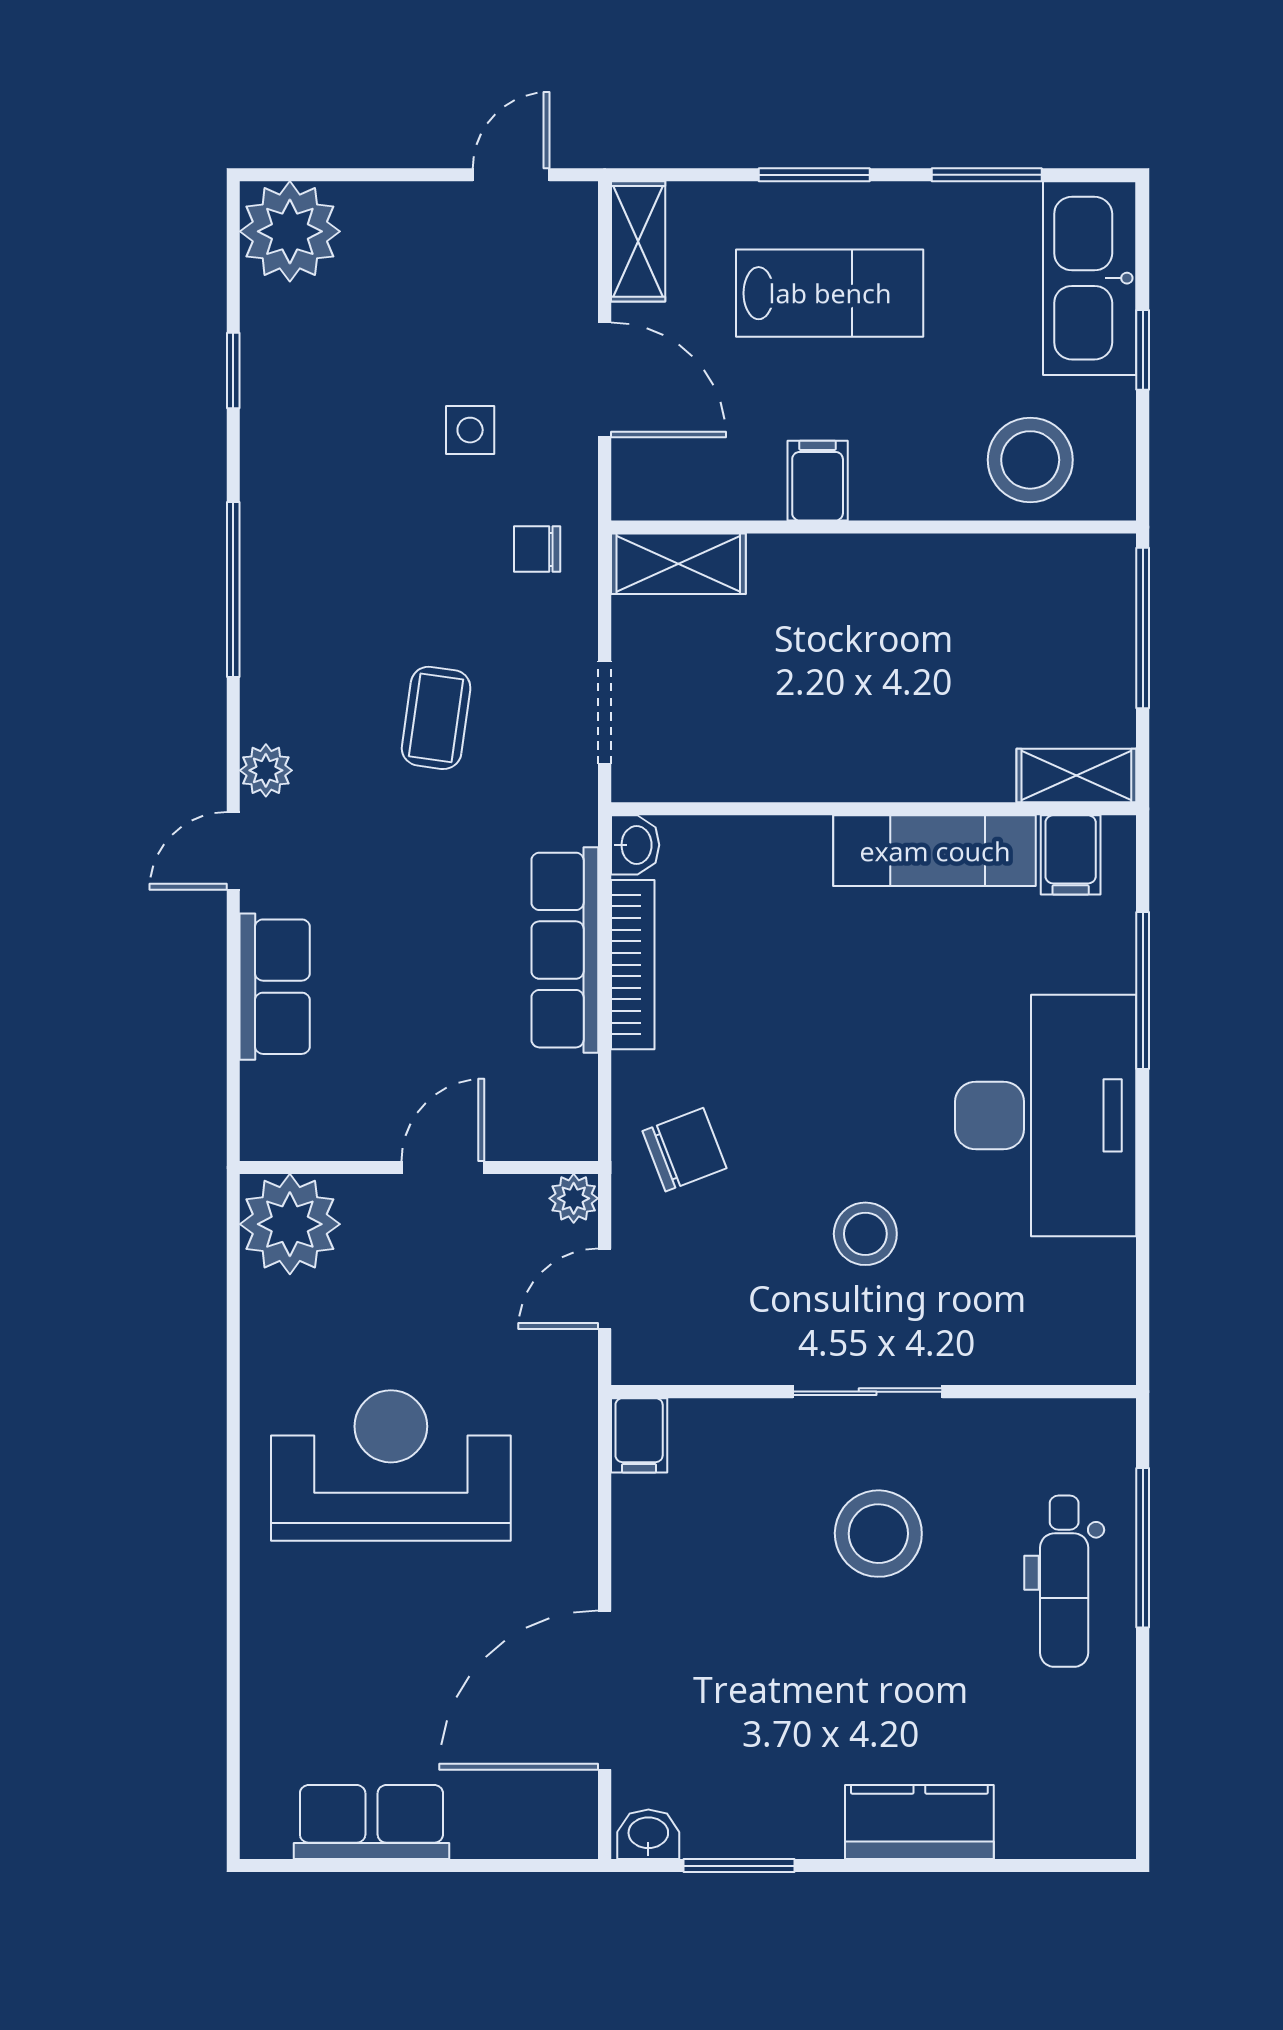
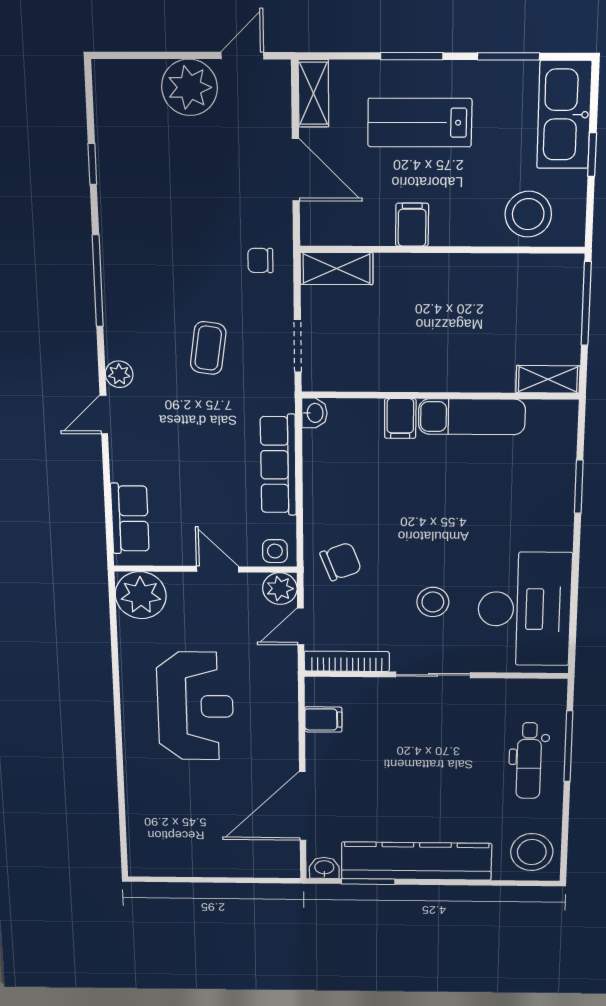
plant: (290, 231) -> (190, 87), moved
lab bench: (830, 293) -> (420, 123), turned 180
side table: (470, 430) -> (275, 551), moved
filing cabinet: (1071, 855) -> (400, 418), moved
bookcase: (633, 965) -> (347, 661), moved, turned -90
row of seats: (275, 987) -> (130, 518), moved
window: (1143, 991) -> (579, 487), width x0.69
desk: (1046, 1115) -> (524, 609), moved
door: (443, 1167) -> (218, 569), hinge flipped
plant: (574, 1198) -> (280, 589), width x1.38, depth x1.38
filing cabinet: (639, 1435) -> (323, 719), moved, turned -90
reception desk: (391, 1466) -> (195, 706), turned 90
stool: (878, 1534) -> (532, 852), moved
row of seats: (371, 1822) -> (191, 861), removed
kitchen counter: (919, 1822) -> (416, 861), width x2.08, depth x1.17

